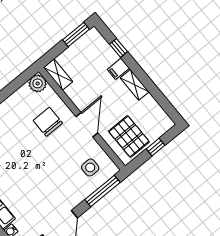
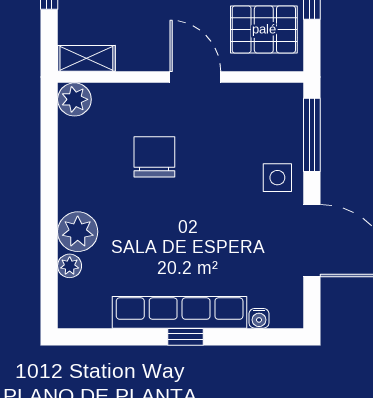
chair: (48, 122) -> (154, 157), moved, turned 90
side table: (90, 167) -> (277, 178), moved

